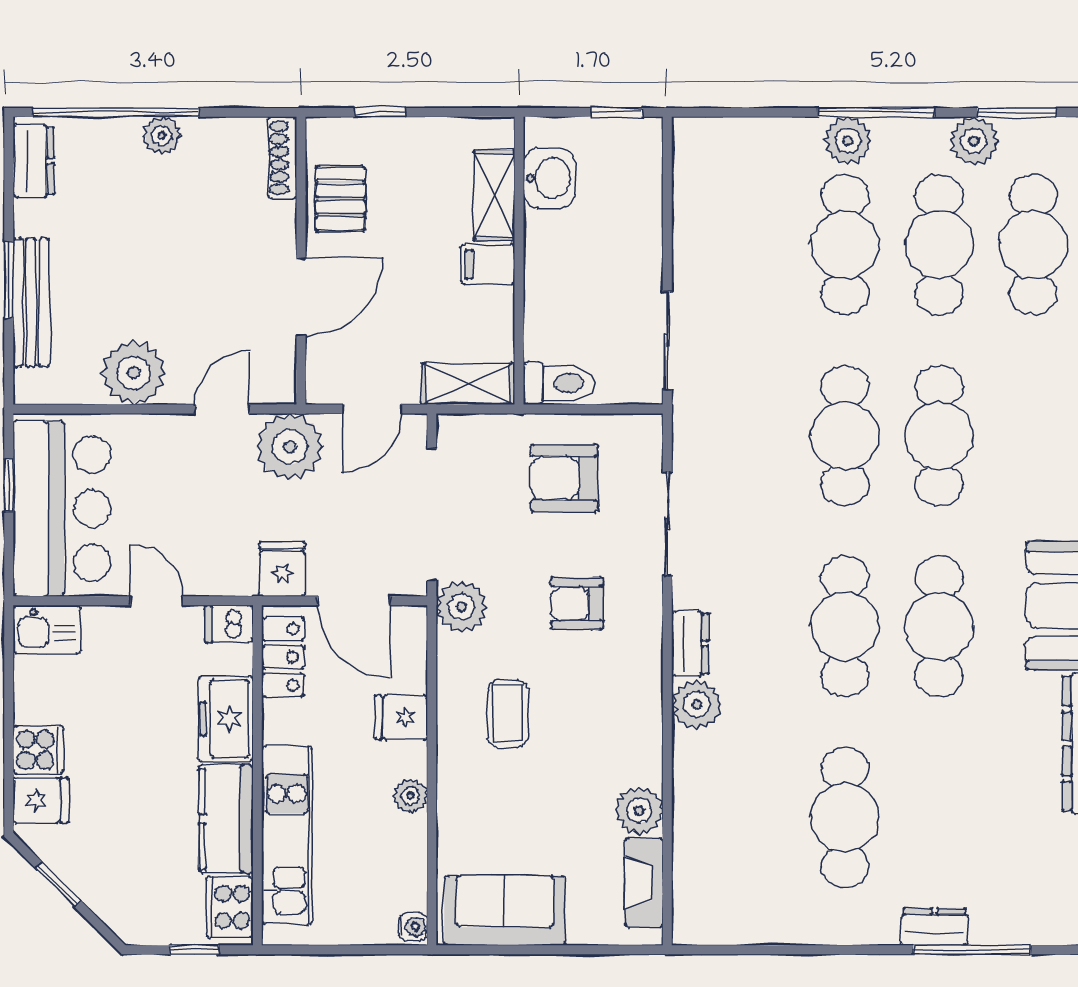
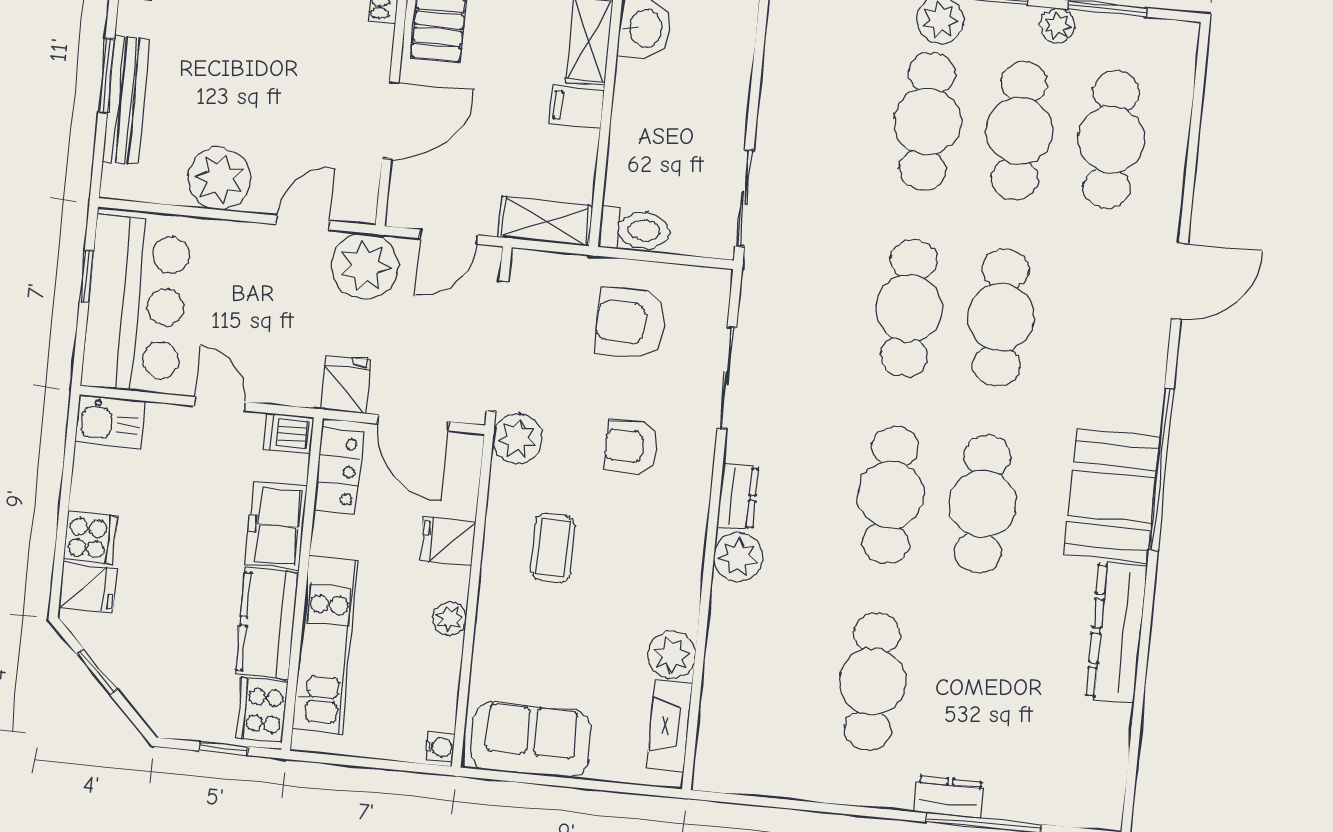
plant: (974, 141) -> (1058, 25), width x0.73, depth x0.73

